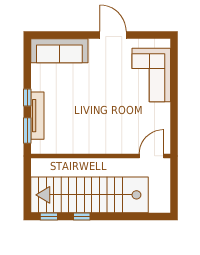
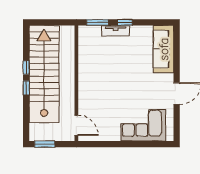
tv unit: (37, 116) -> (116, 31), width x0.71
window: (174, 194) -> (45, 144), added
window: (49, 216) -> (26, 88), moved

